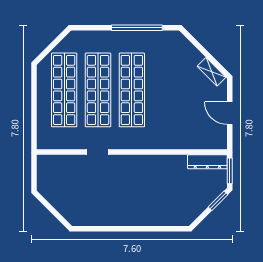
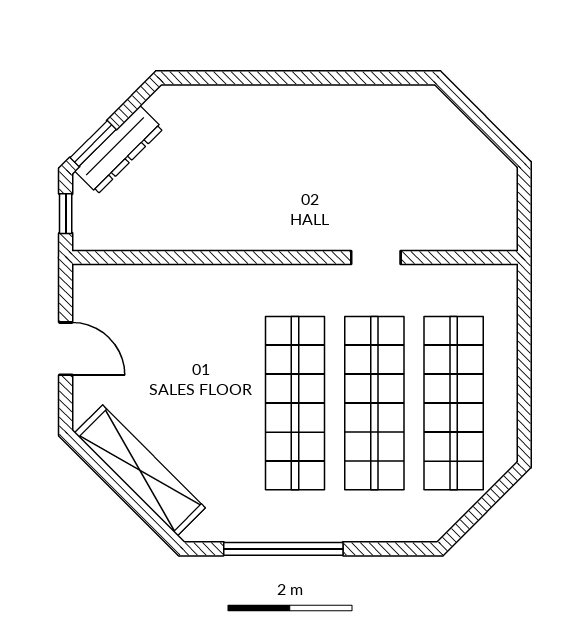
shelving: (212, 72) -> (140, 470), width x2.20, depth x1.33
dresser: (207, 162) -> (119, 150), moved, turned 135
window: (230, 171) -> (66, 214), width x0.67

